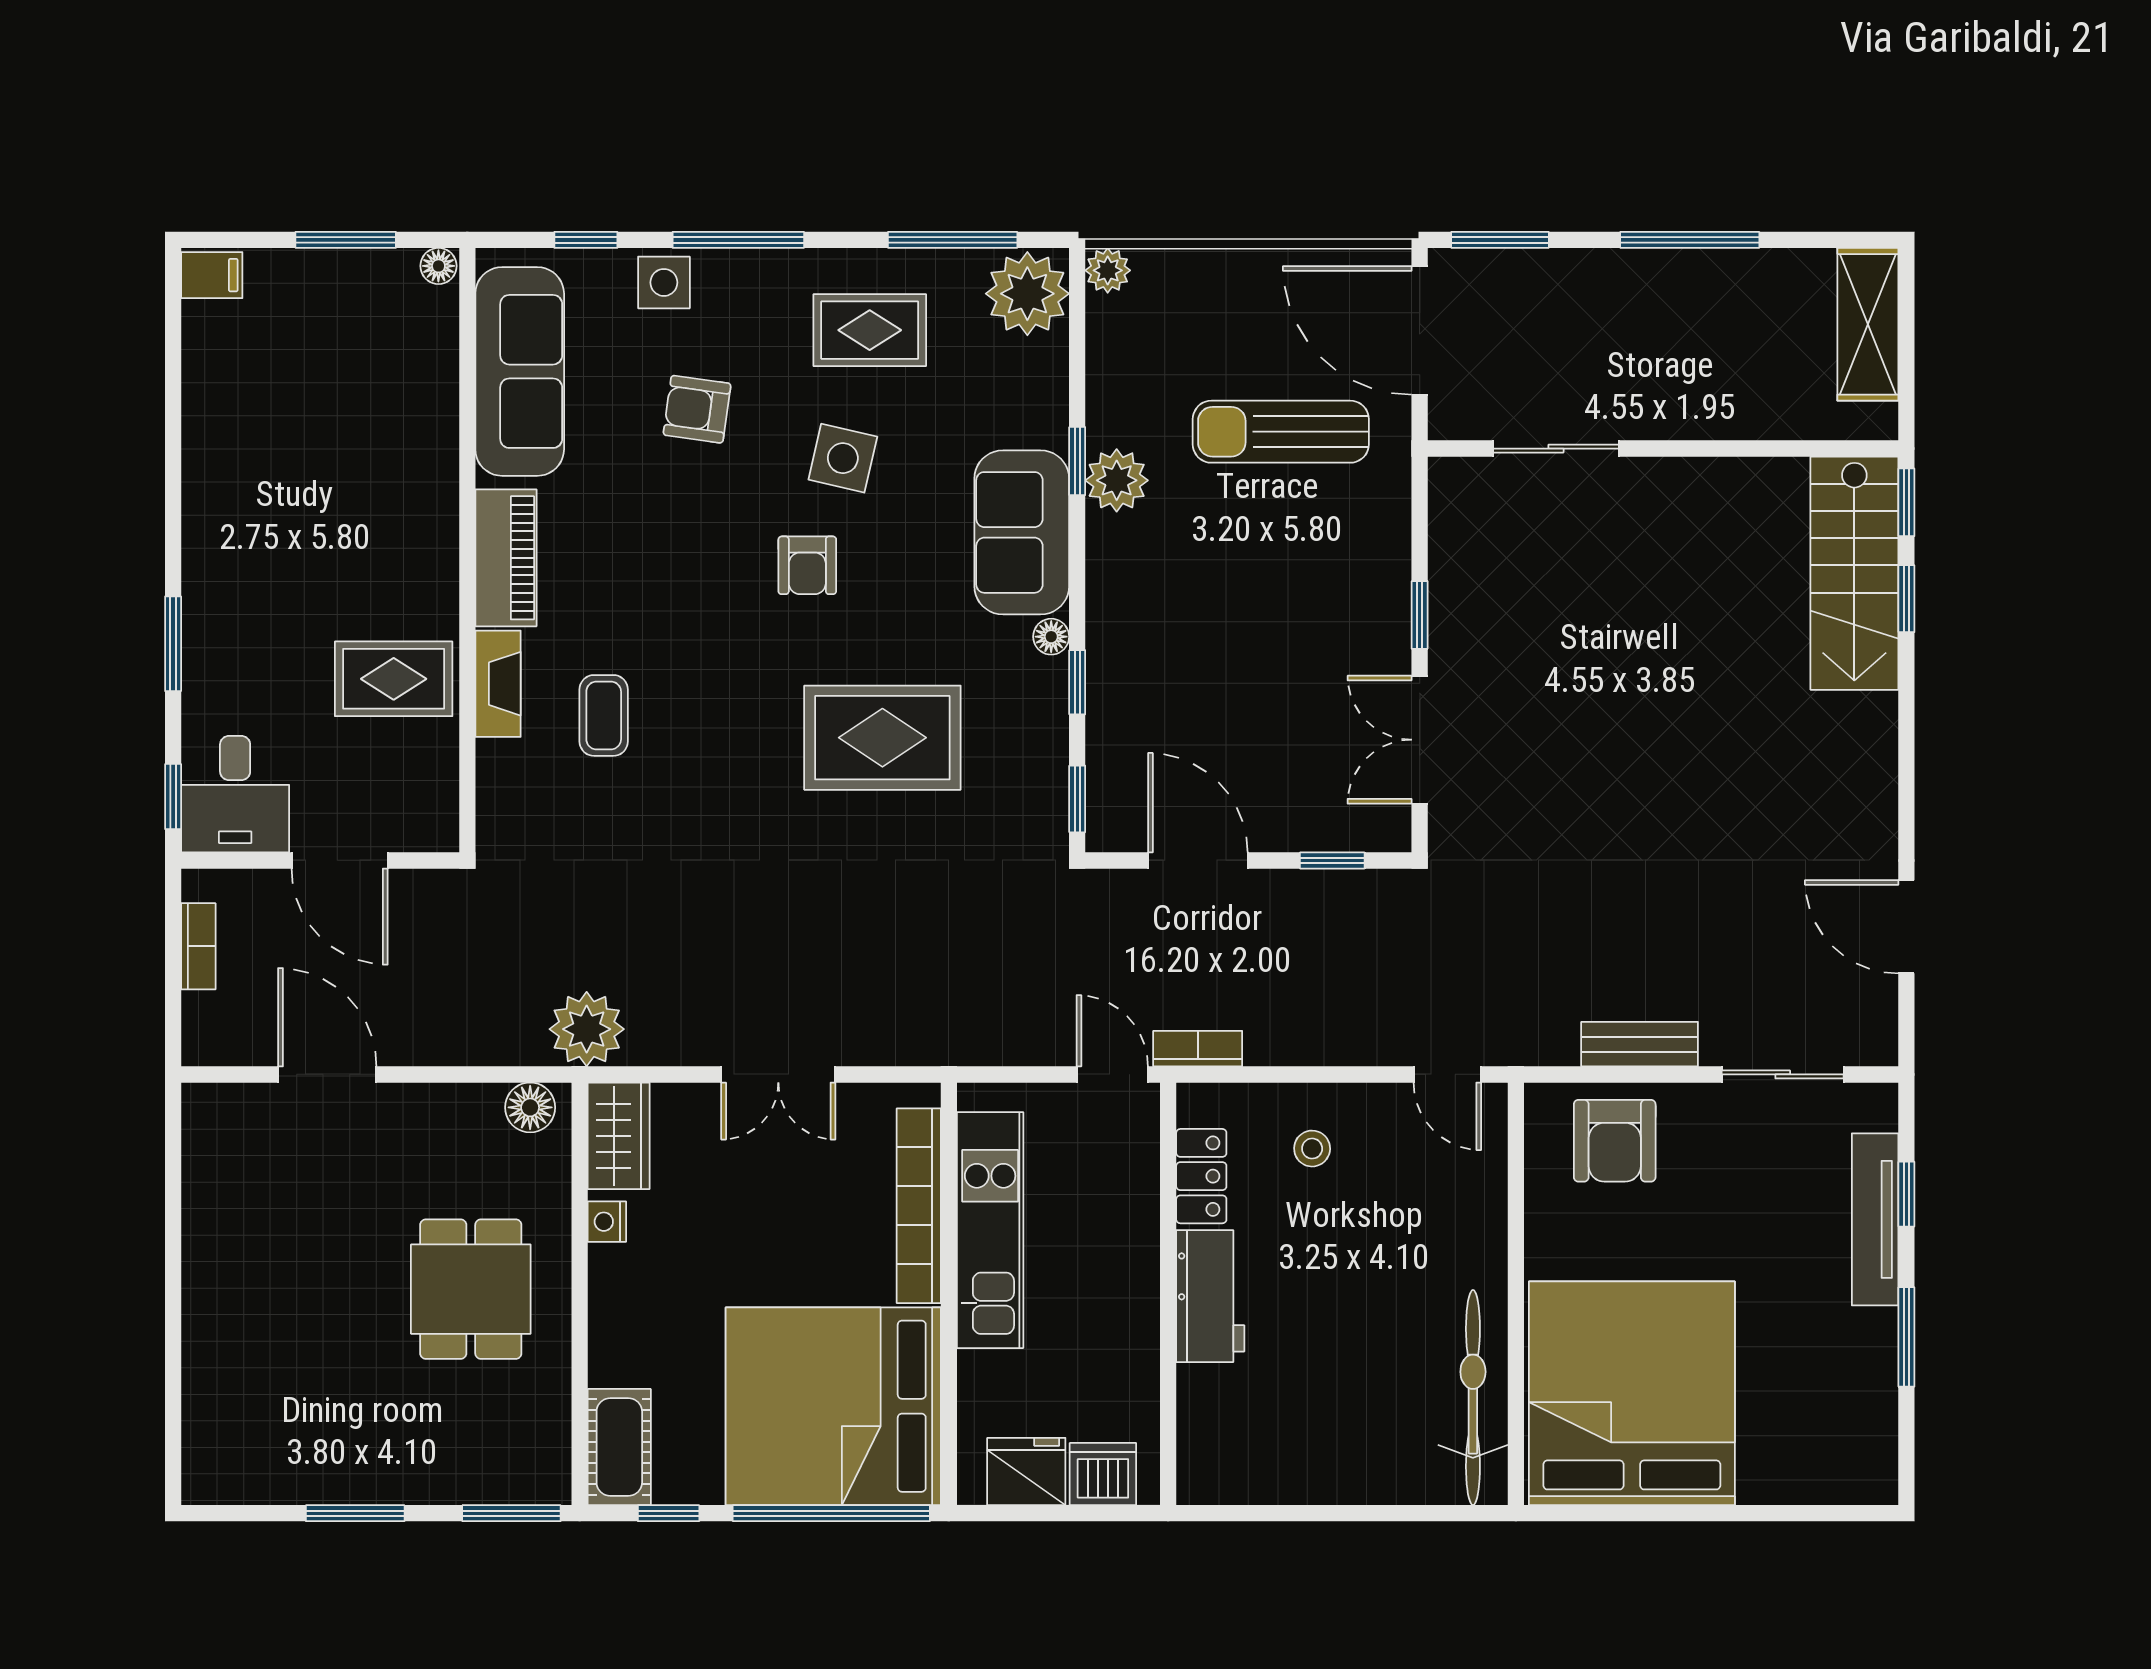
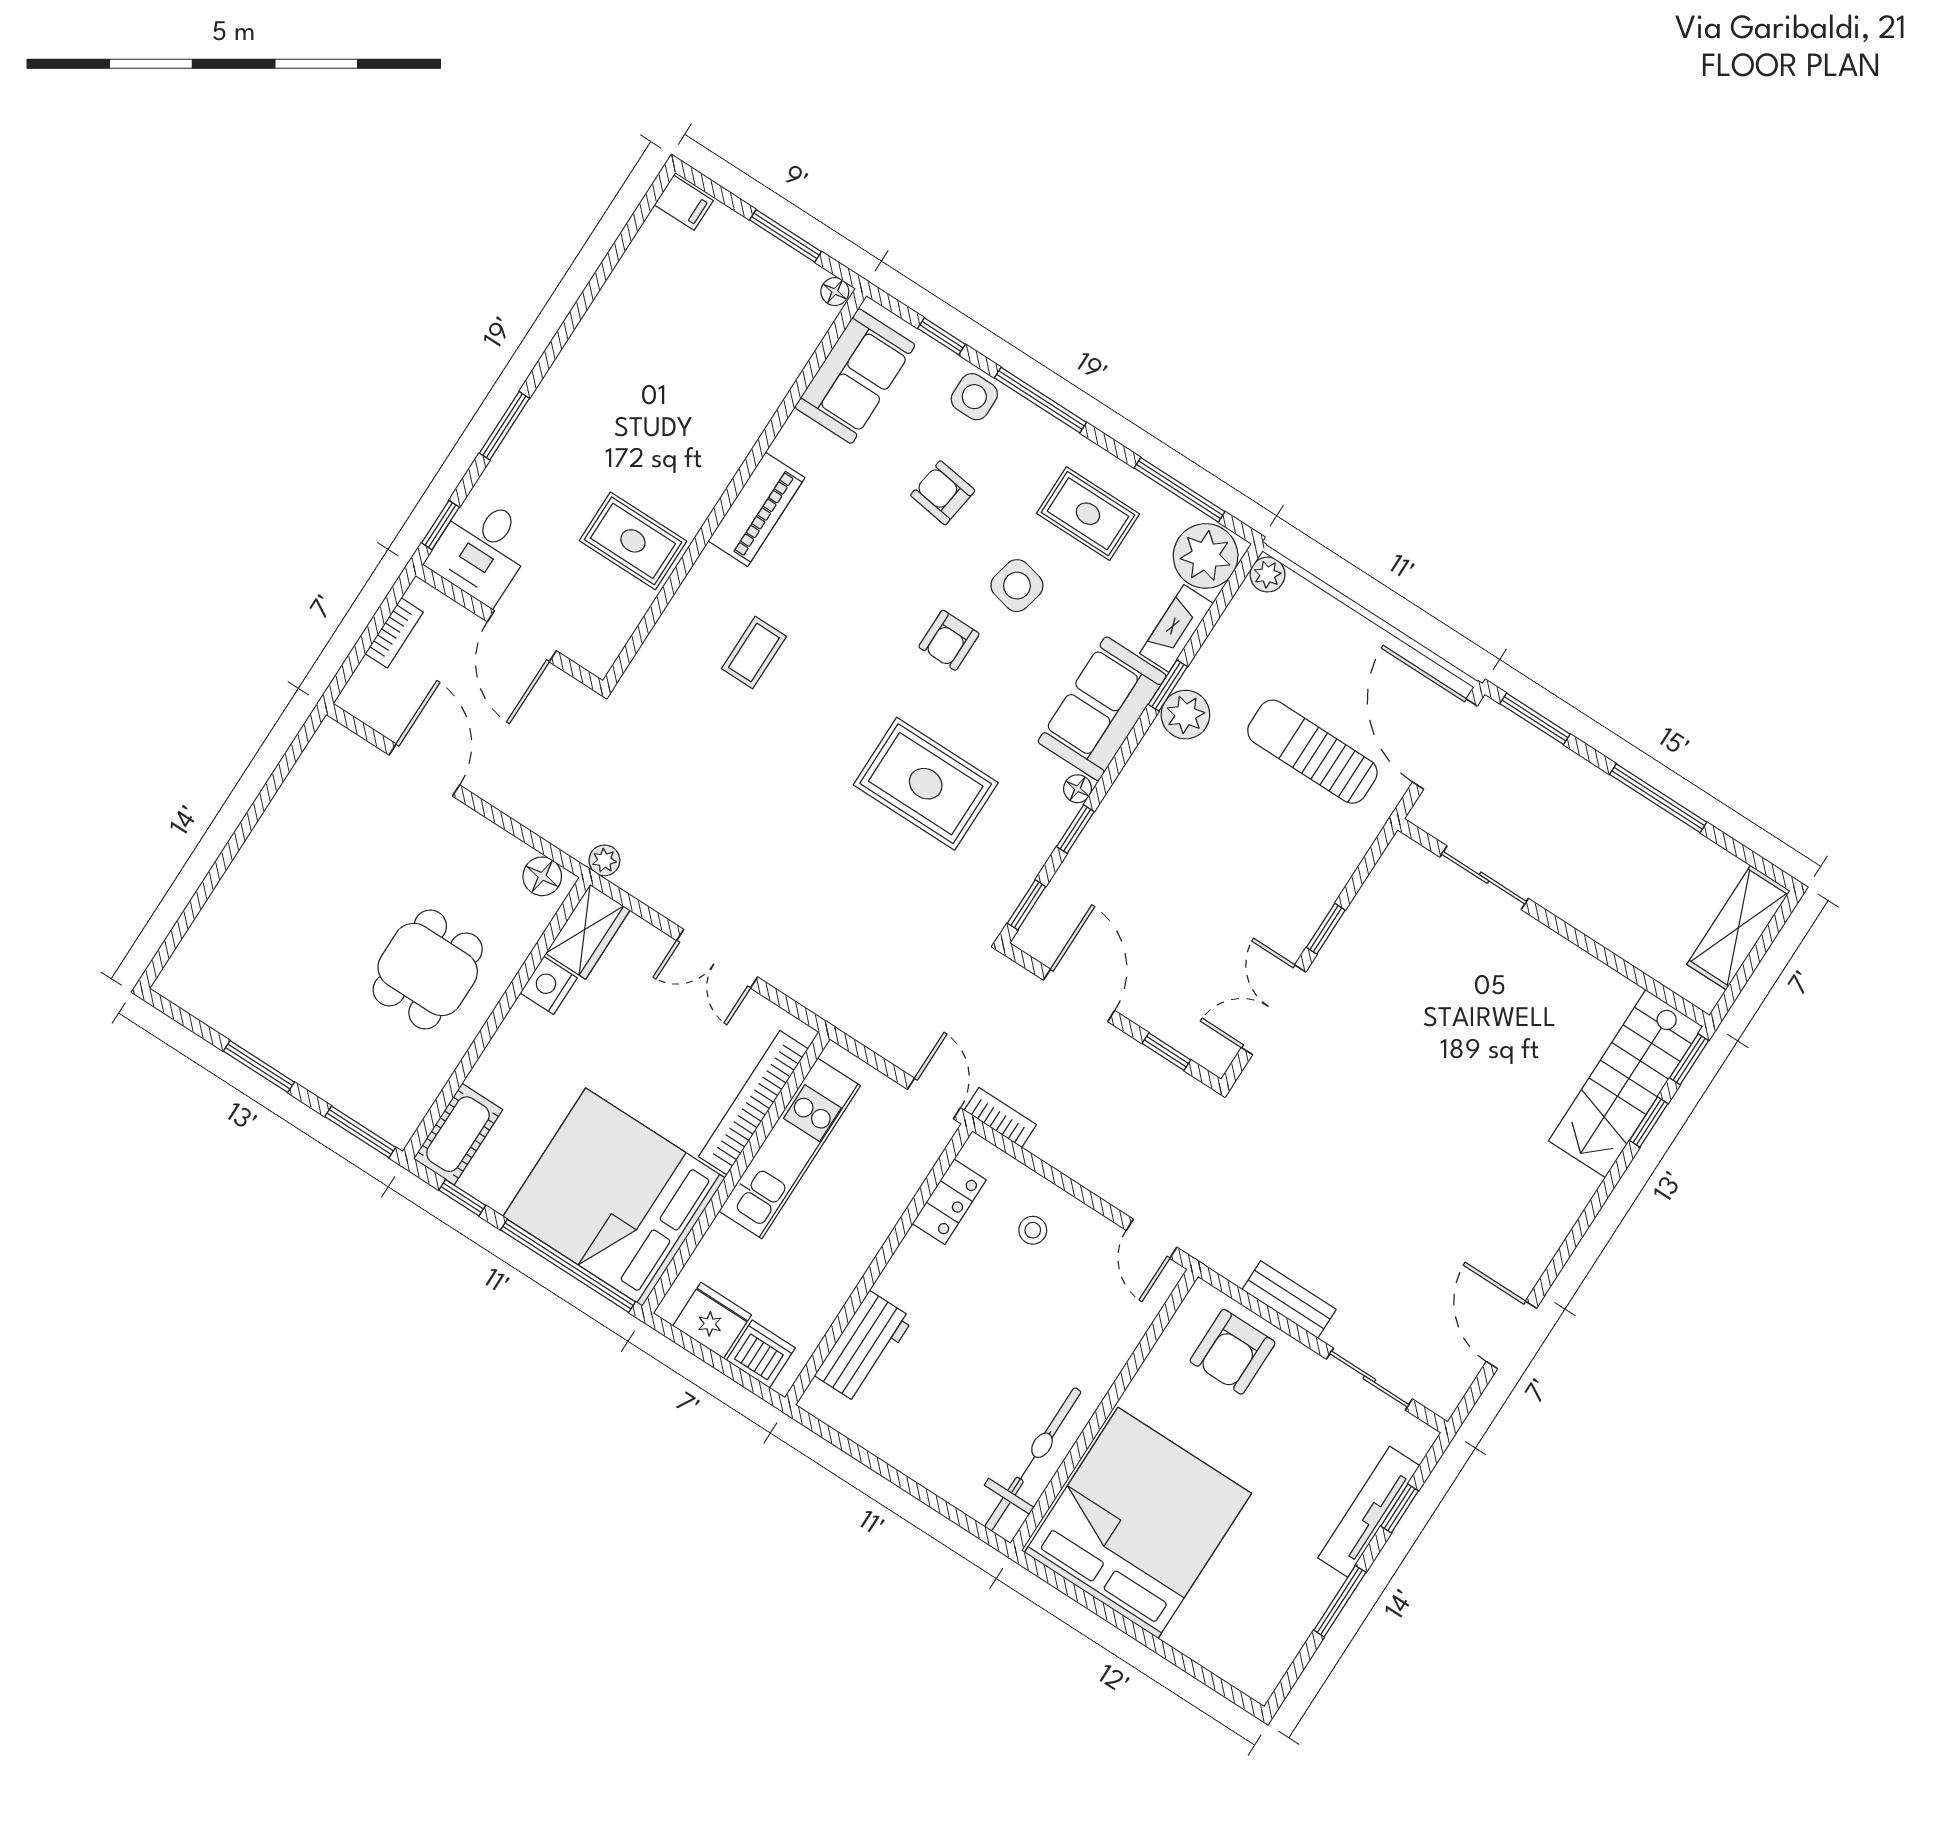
sofa: (520, 371) -> (855, 376), width x0.73
fireplace: (498, 684) -> (1176, 628), moved, turned 180
plant: (587, 1029) -> (604, 860), width x0.53, depth x0.53
nightstand: (607, 1222) -> (549, 985), width x1.39, depth x1.35
workbench: (1210, 1296) -> (864, 1347), moved

